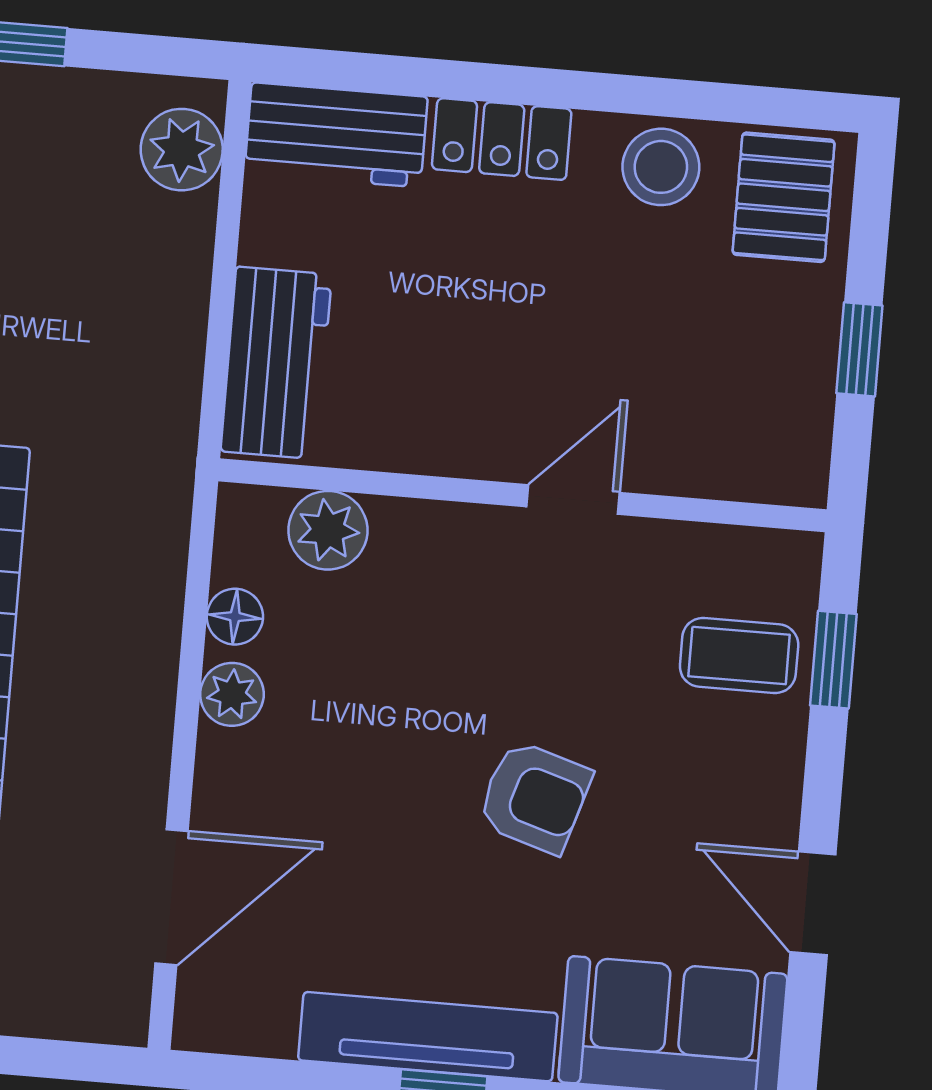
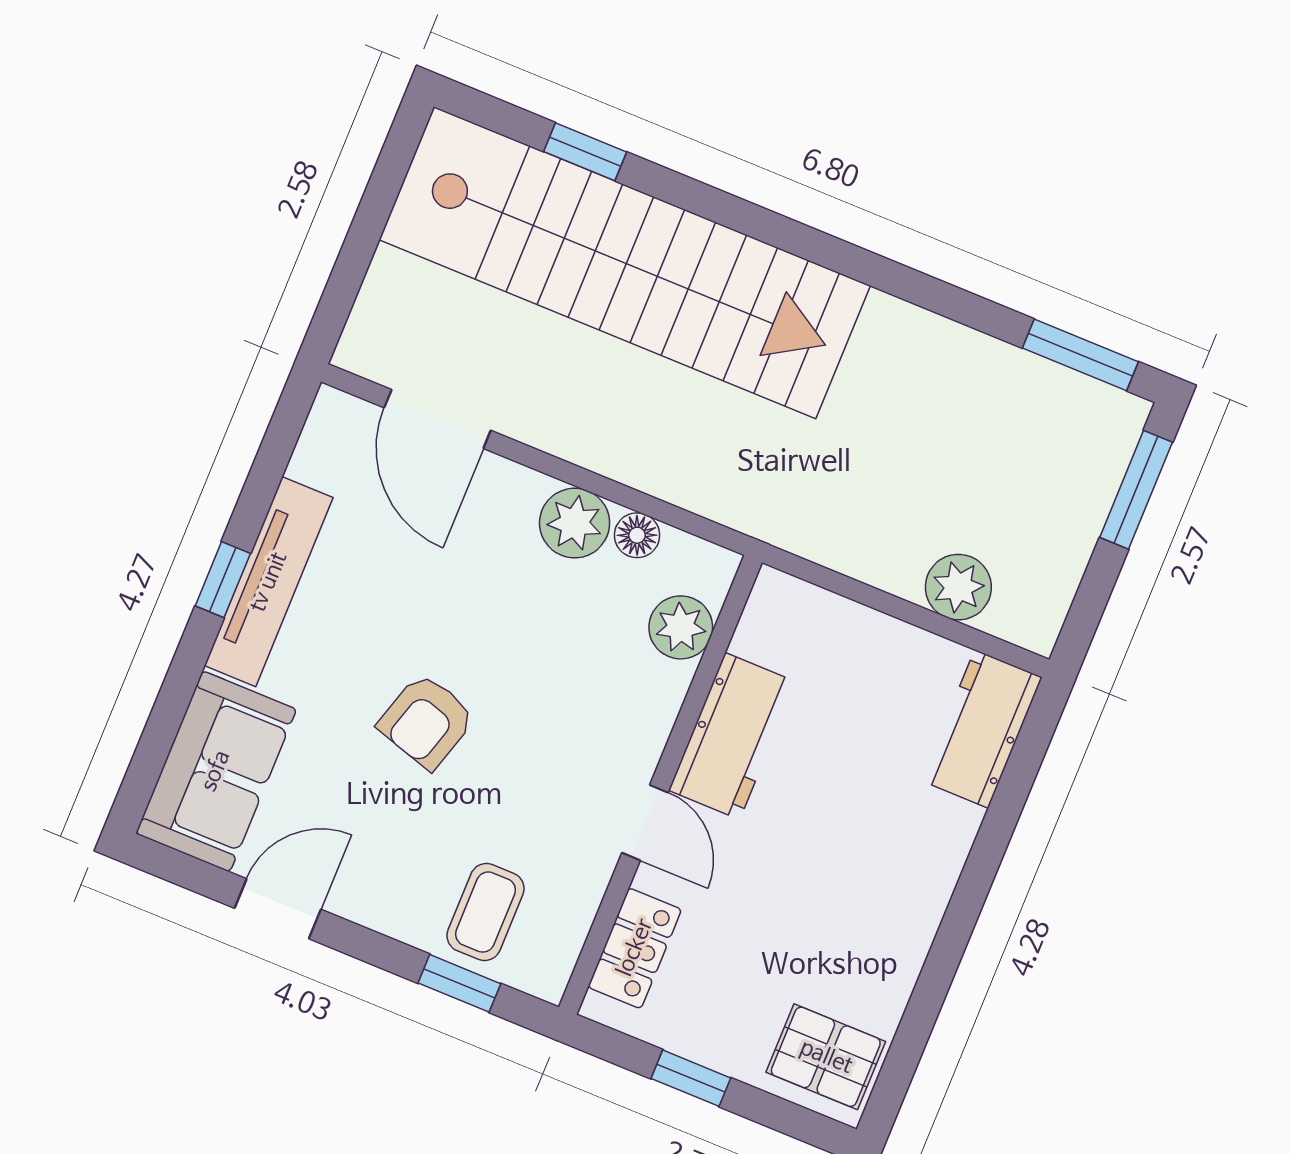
locker: (502, 139) -> (635, 948), moved, turned 180
plant: (182, 150) -> (958, 587), moved
stool: (661, 167) -> (879, 970), removed
workbench: (276, 363) -> (732, 736), moved, turned -90
plant: (232, 694) -> (575, 523), width x1.38, depth x1.38

